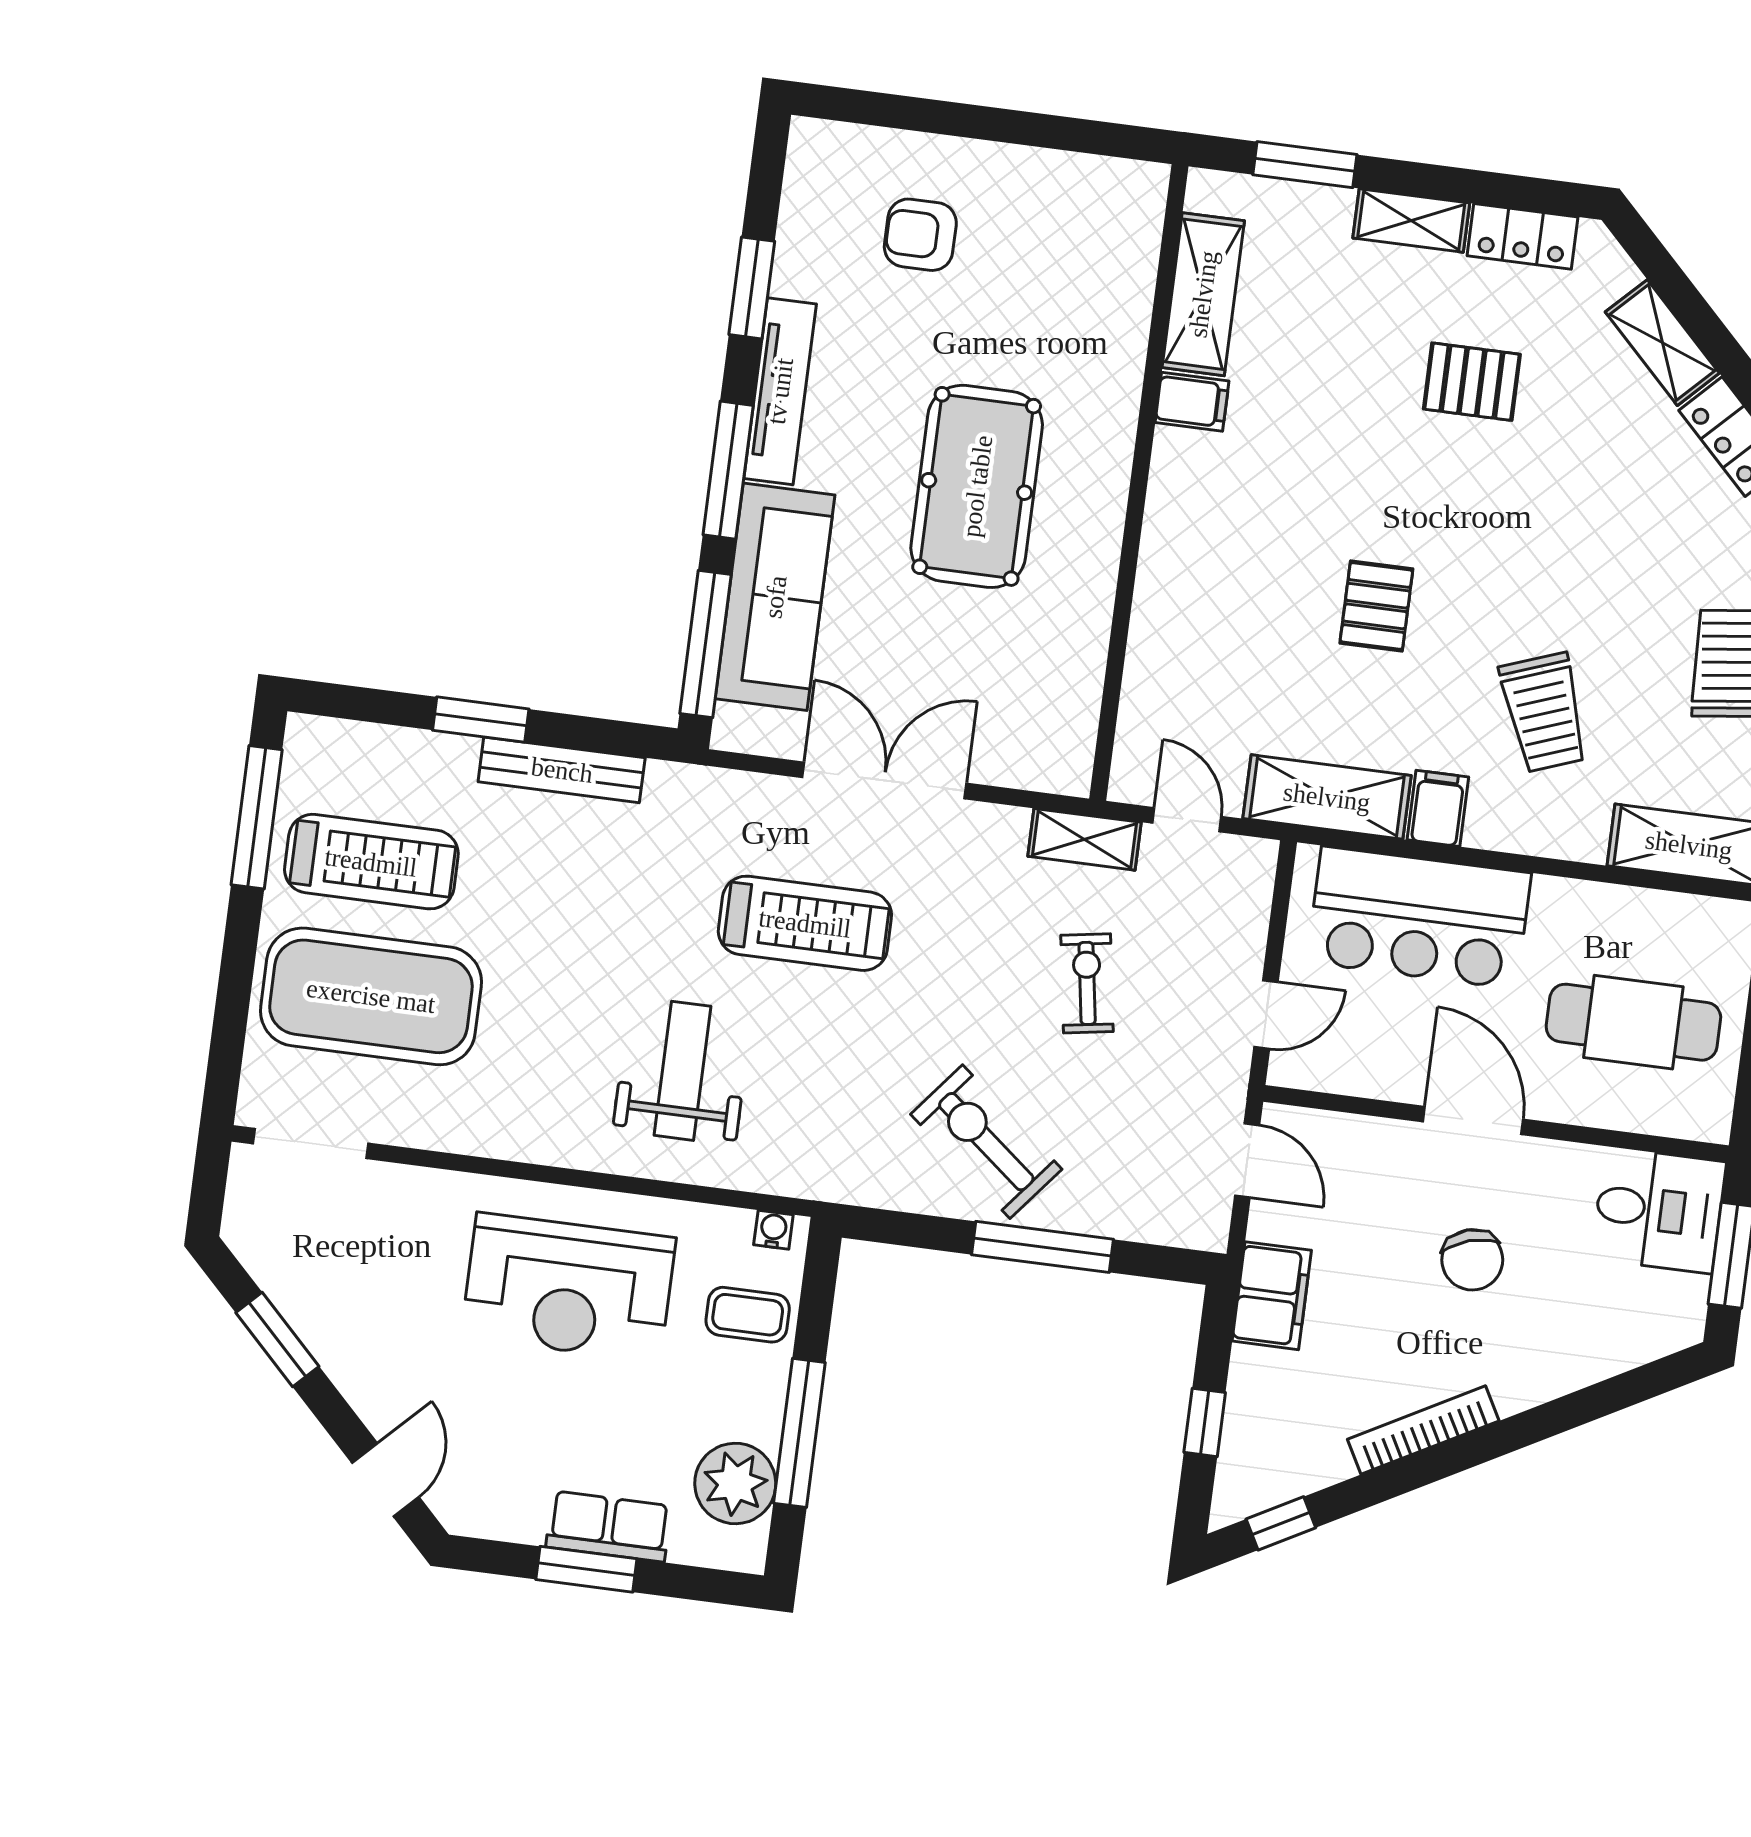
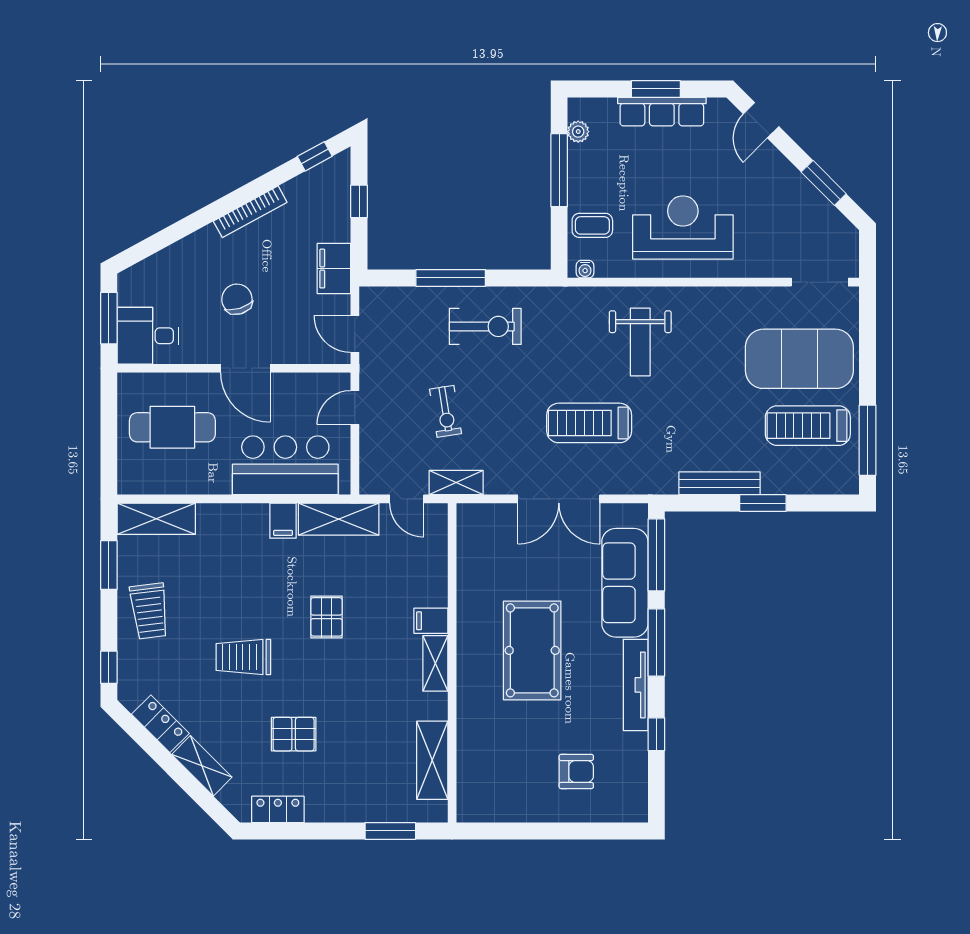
shelving: (1411, 220) -> (435, 663), moved, turned 90
window: (752, 288) -> (656, 734), width x0.67
filing cabinet: (1192, 402) -> (431, 621), moved
trolley: (1544, 712) -> (243, 657), moved, turned -70
exercise bike: (986, 1142) -> (485, 326), turned -39
plant: (735, 1483) -> (578, 132), width x0.53, depth x0.53
row of seats: (609, 1526) -> (662, 112), width x1.48

